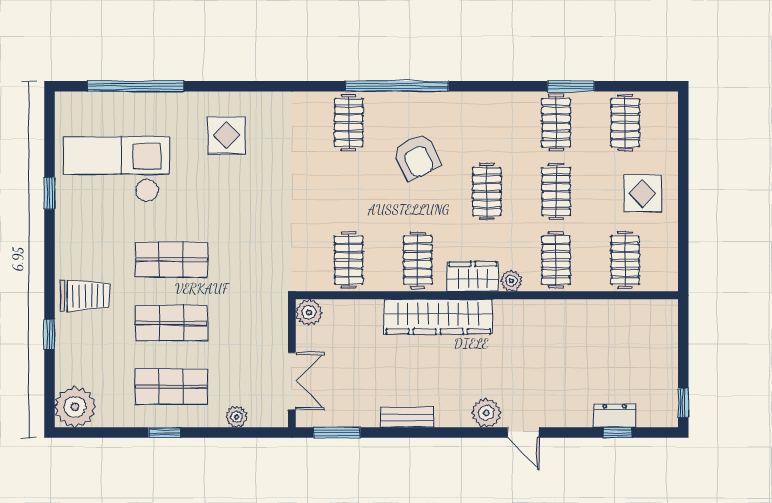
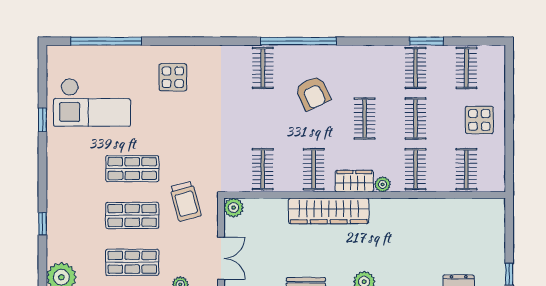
checkout: (117, 169) -> (92, 102), turned 180
trolley: (85, 296) -> (186, 201), moved, turned 75

